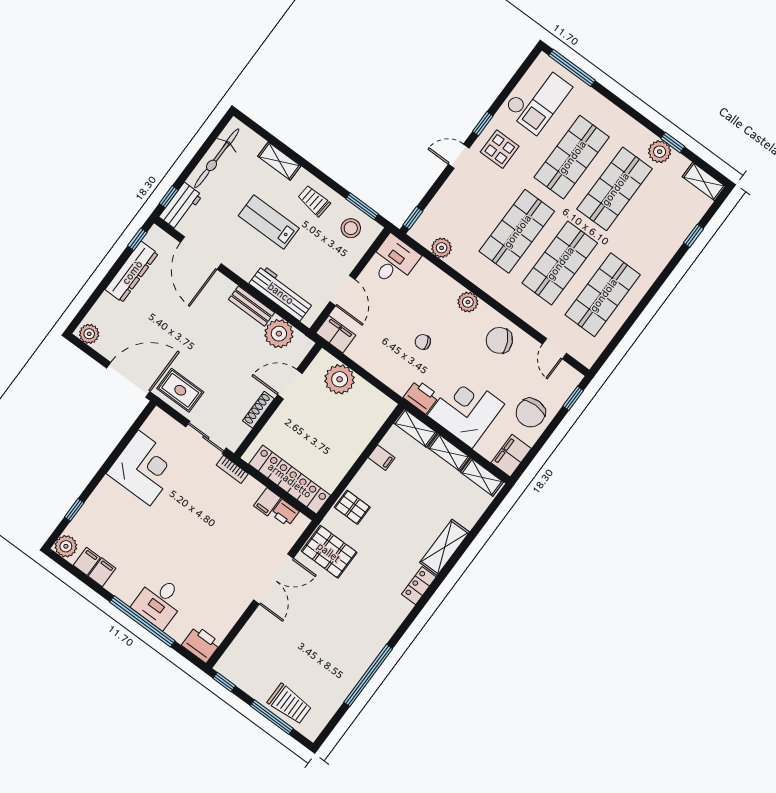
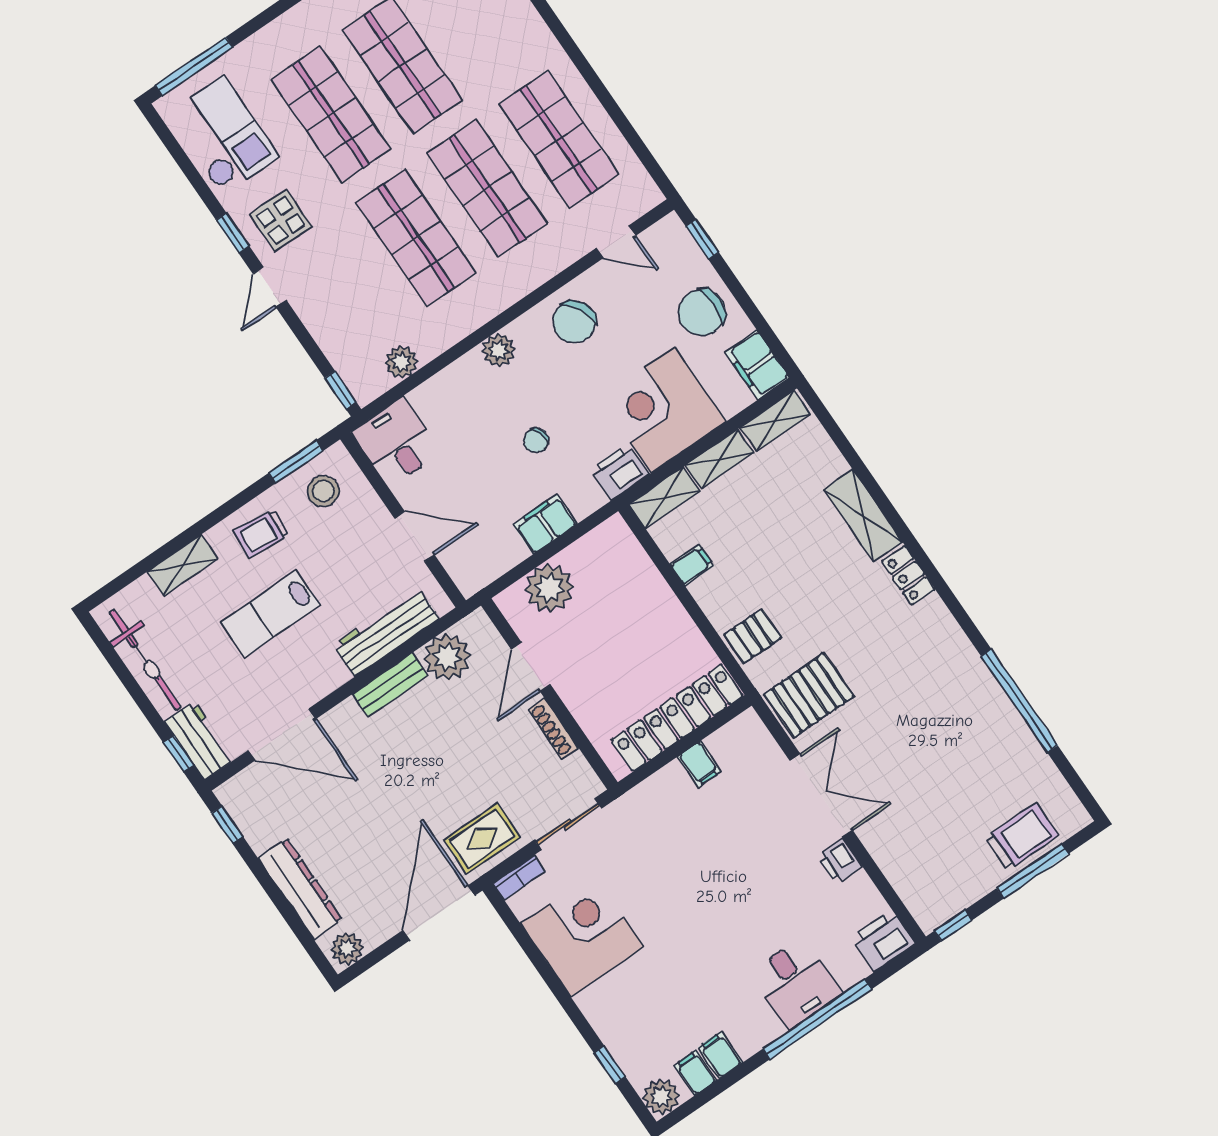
dresser: (132, 272) -> (300, 889), moved
filing cabinet: (336, 334) -> (545, 524), moved
chair: (531, 413) -> (702, 312), turned 90
bookcase: (232, 469) -> (519, 878), moved
printer: (285, 513) -> (840, 861), moved, turned 90

